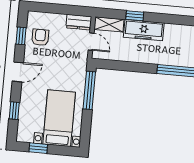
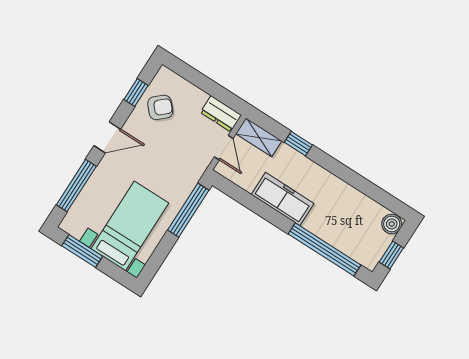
freezer: (144, 30) -> (283, 199), moved, turned 180
armchair: (40, 37) -> (160, 107), turned 48
window: (14, 111) -> (76, 186), width x2.17
window: (38, 148) -> (82, 251), width x1.50

